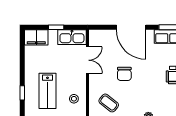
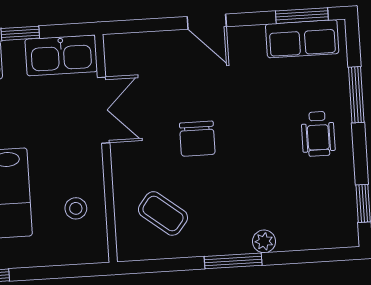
door: (131, 27) -> (207, 22), width x0.53

